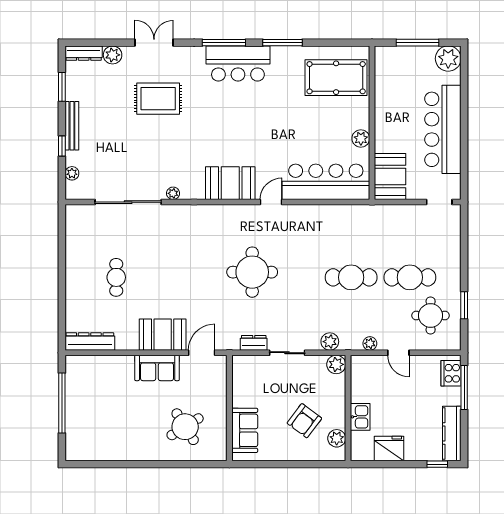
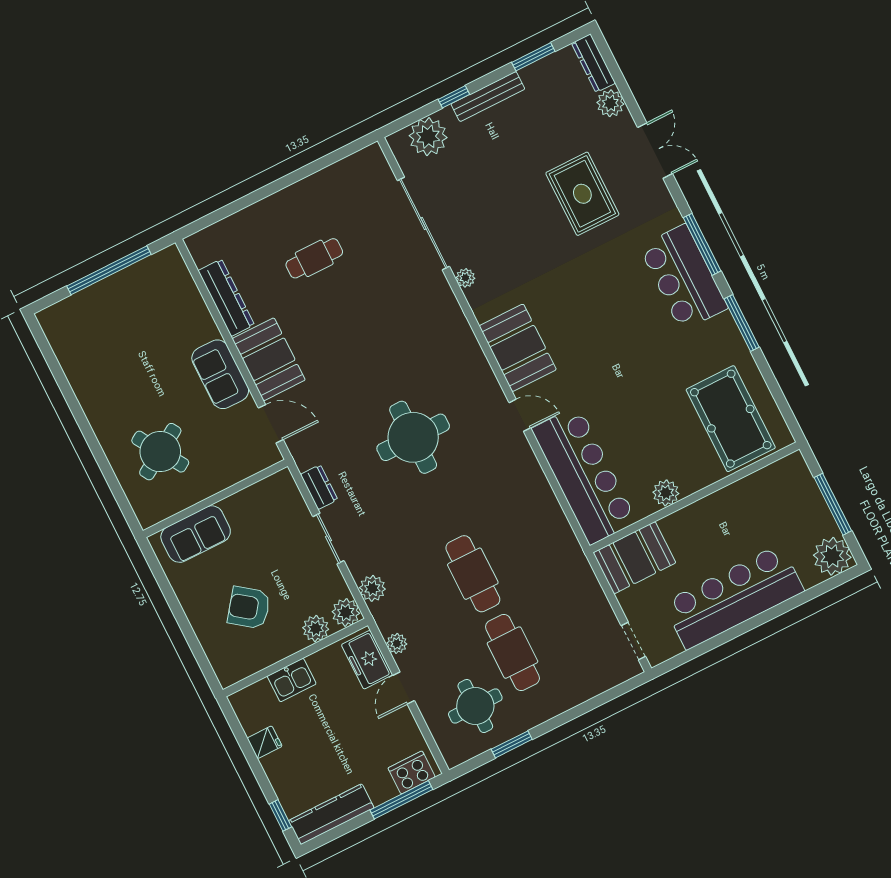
plant: (72, 173) -> (428, 137), width x1.87, depth x1.87
dresser: (90, 341) -> (226, 298), moved
freezer: (371, 366) -> (367, 660), added
plant: (337, 438) -> (316, 629), moved
fridge: (389, 448) -> (265, 742), width x0.53, depth x0.75

